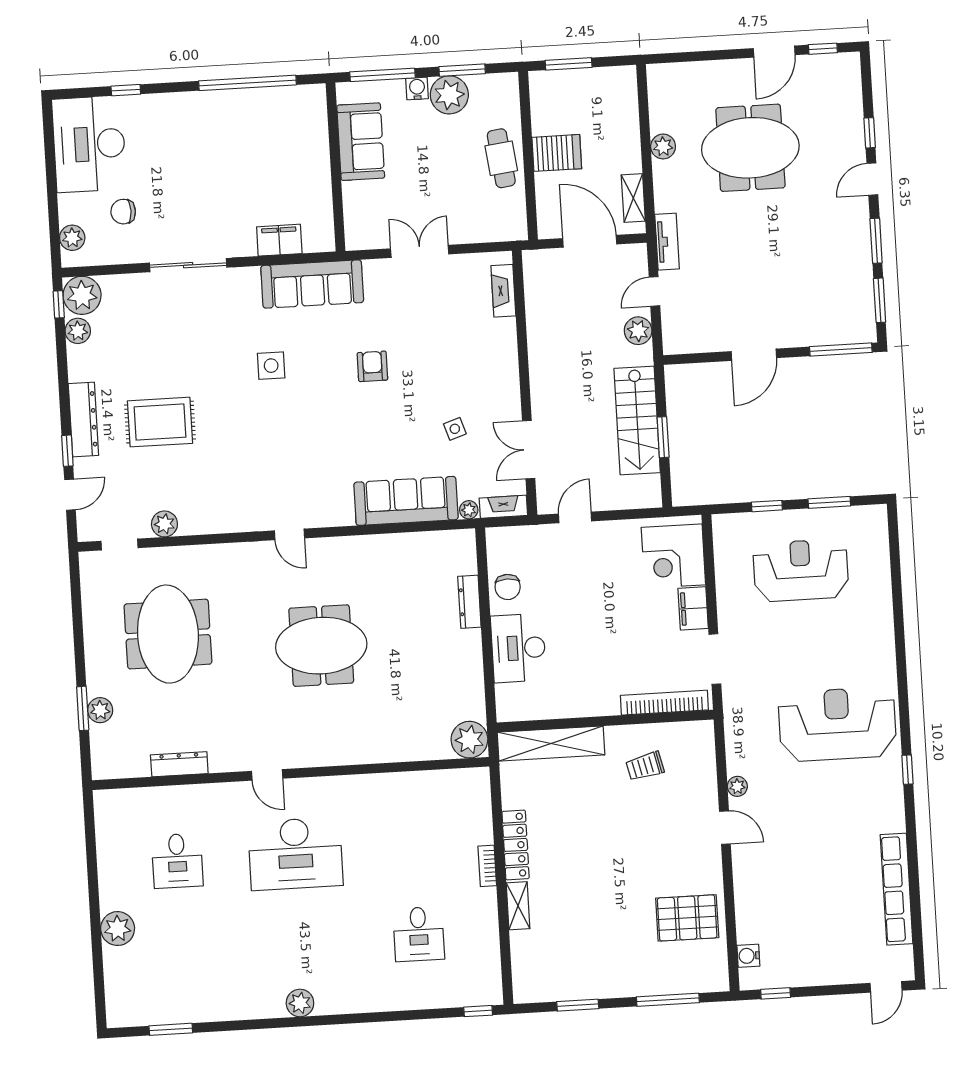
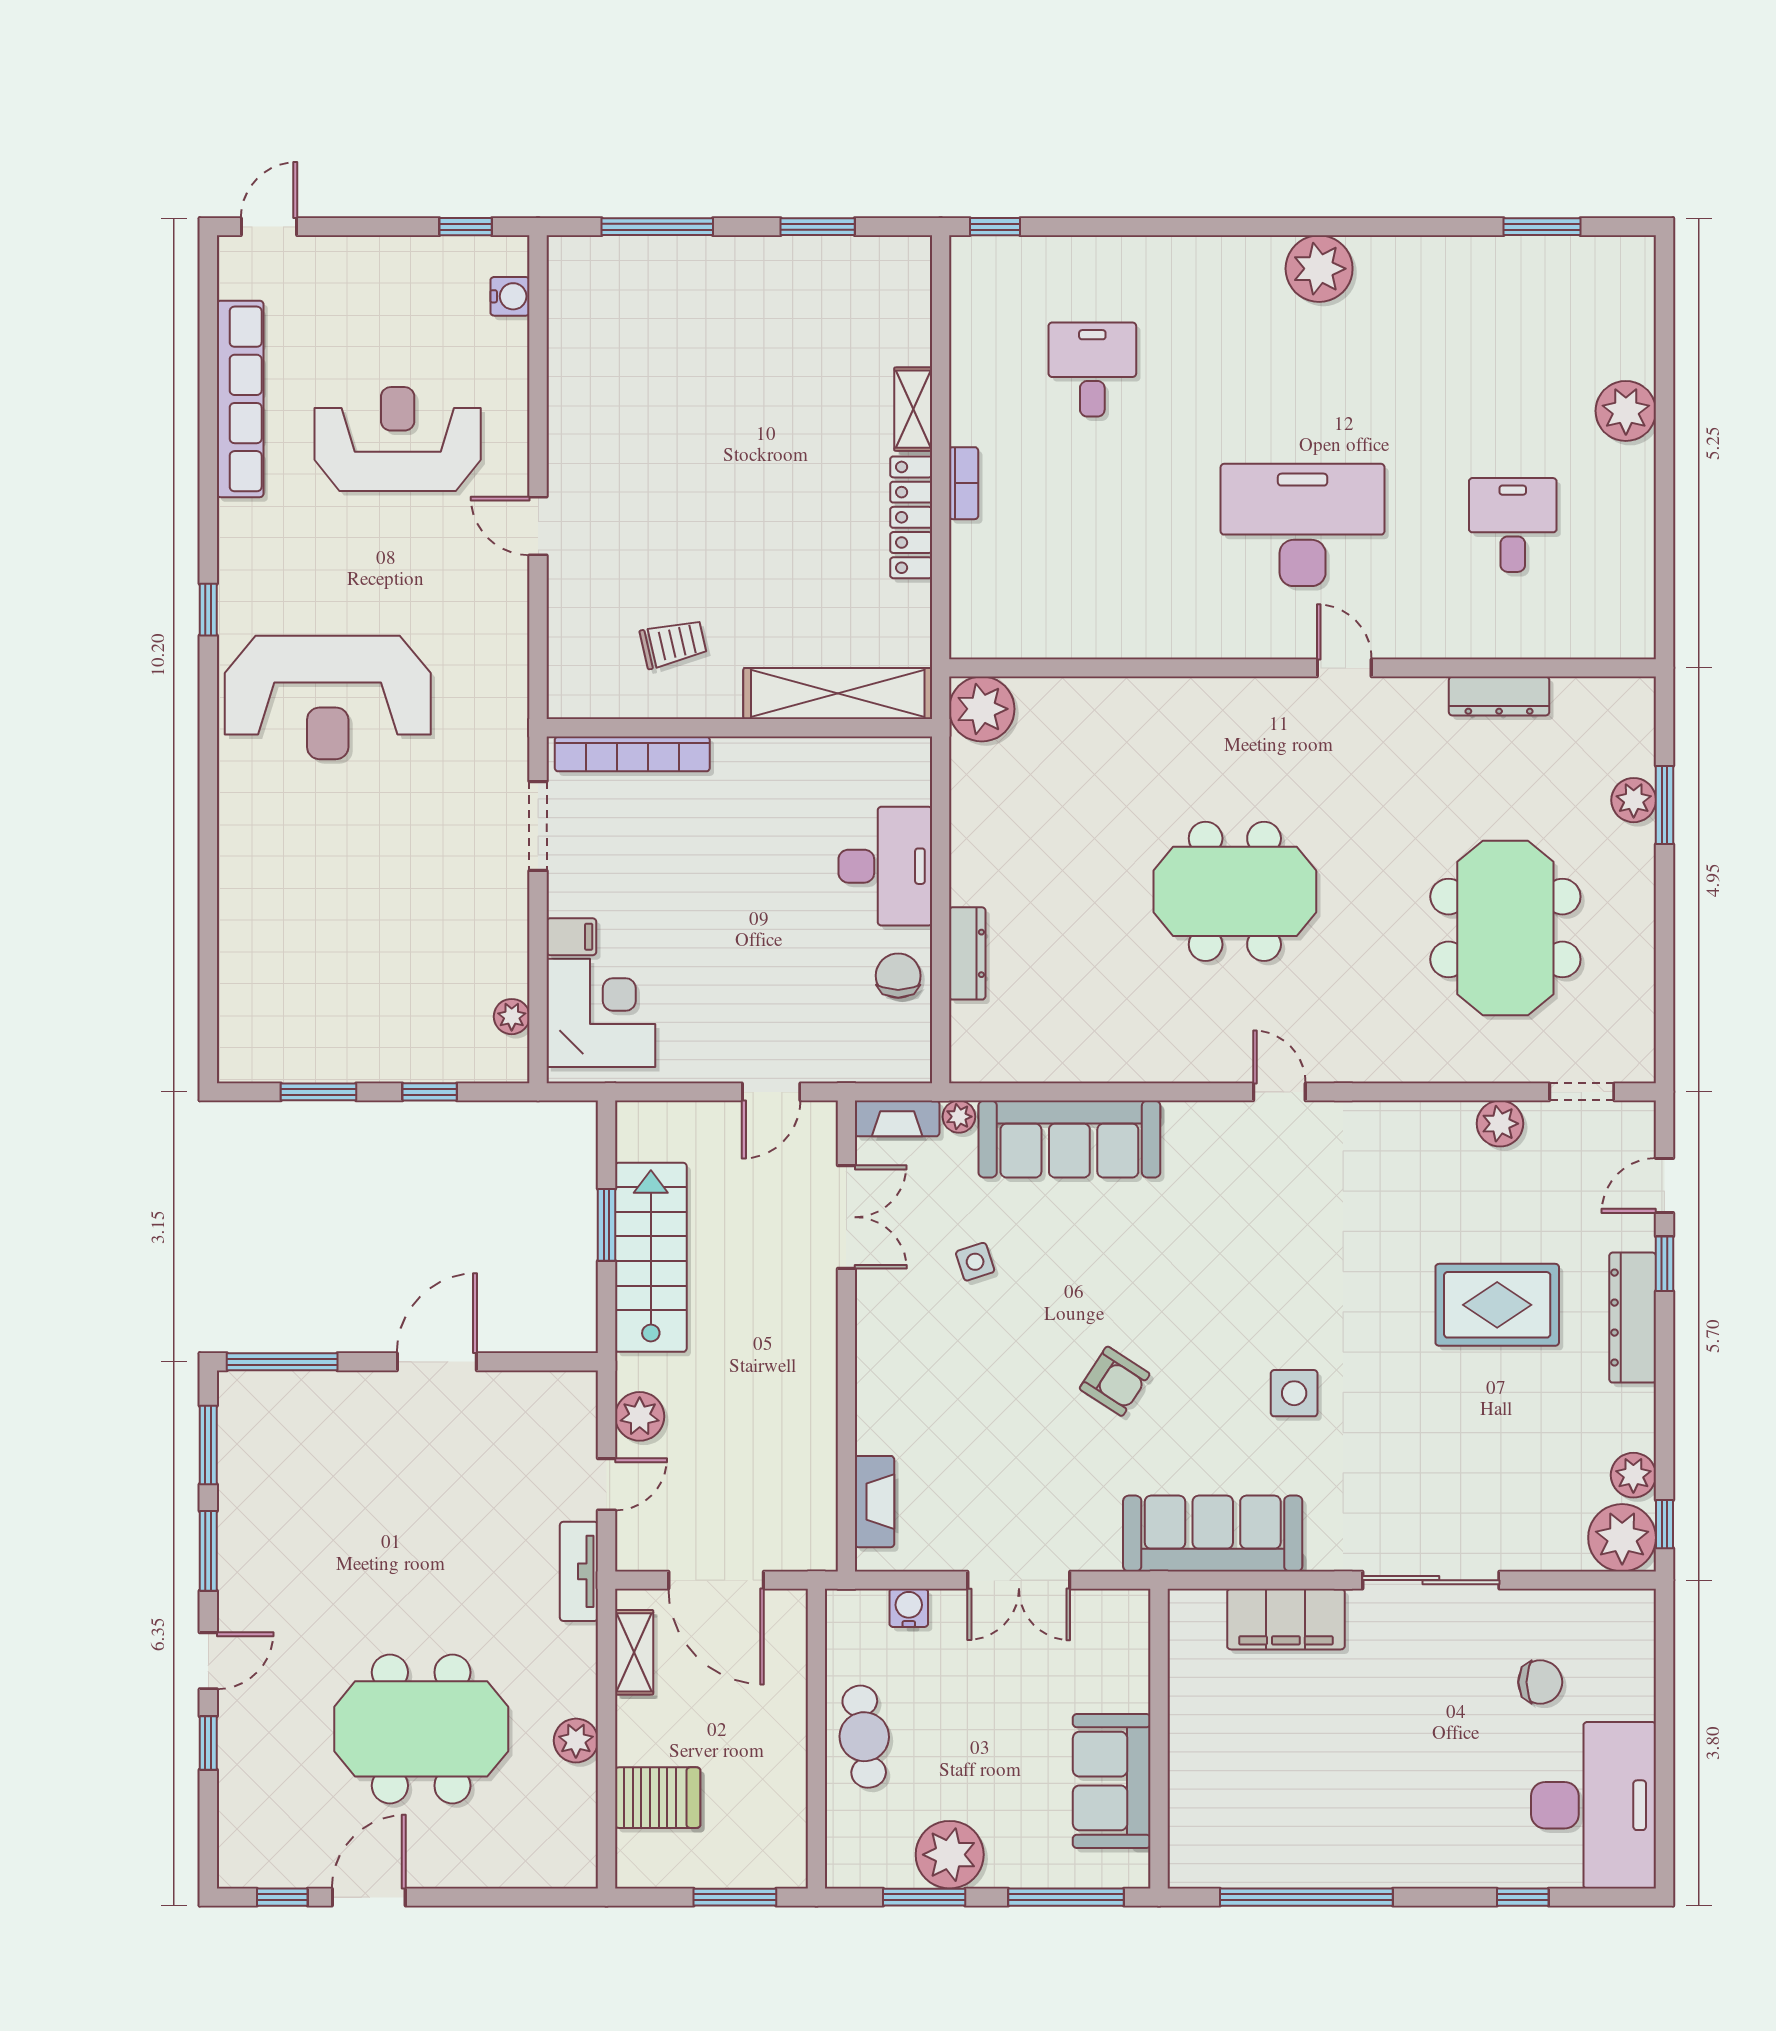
water cooler: (417, 88) -> (909, 1608), moved, turned 180
server rack: (557, 153) -> (658, 1798), moved, turned 180
plant: (72, 238) -> (1633, 1641), removed
filing cabinet: (279, 240) -> (1286, 1619), width x1.50, depth x1.17
armchair: (372, 366) -> (1115, 1381), turned -57
reception desk: (801, 570) -> (398, 439), moved, turned 180
filing cabinet: (693, 608) -> (571, 937), width x0.50
plant: (737, 786) -> (512, 1017), moved
pallet: (687, 918) -> (615, 370), removed
plant: (300, 1003) -> (1319, 269), width x1.36, depth x1.36

